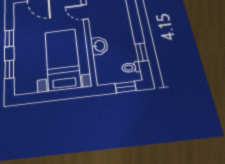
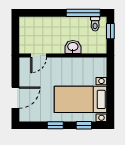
window: (142, 52) -> (83, 13), width x2.17
bed with nightstands: (62, 59) -> (81, 99), moved

